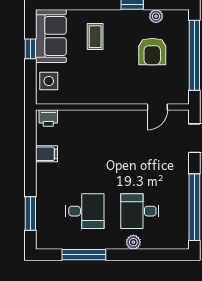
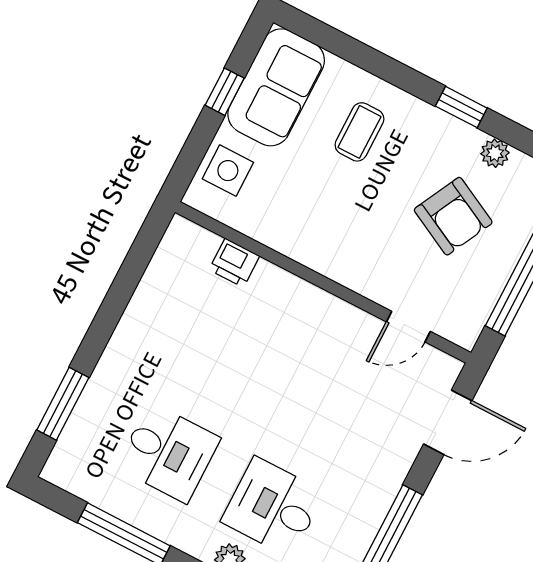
armchair: (152, 51) -> (453, 216), turned -63
printer: (48, 118) -> (234, 263), moved
filing cabinet: (46, 154) -> (152, 306), removed

